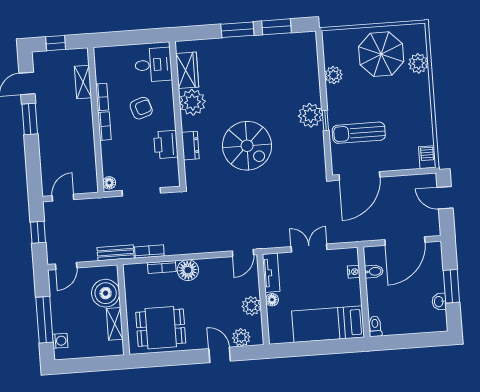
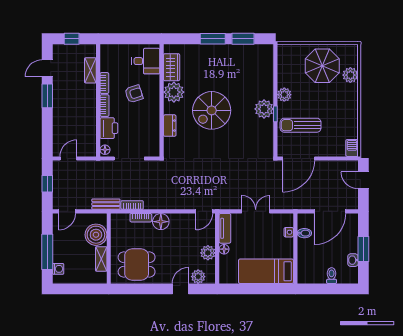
plant: (334, 75) -> (284, 95), moved
printer: (166, 144) -> (109, 128), moved, turned 180
spiral stairs: (247, 146) -> (212, 110), moved, turned 90
toilet: (375, 326) -> (332, 276), moved
door: (220, 355) -> (180, 289), hinge flipped

